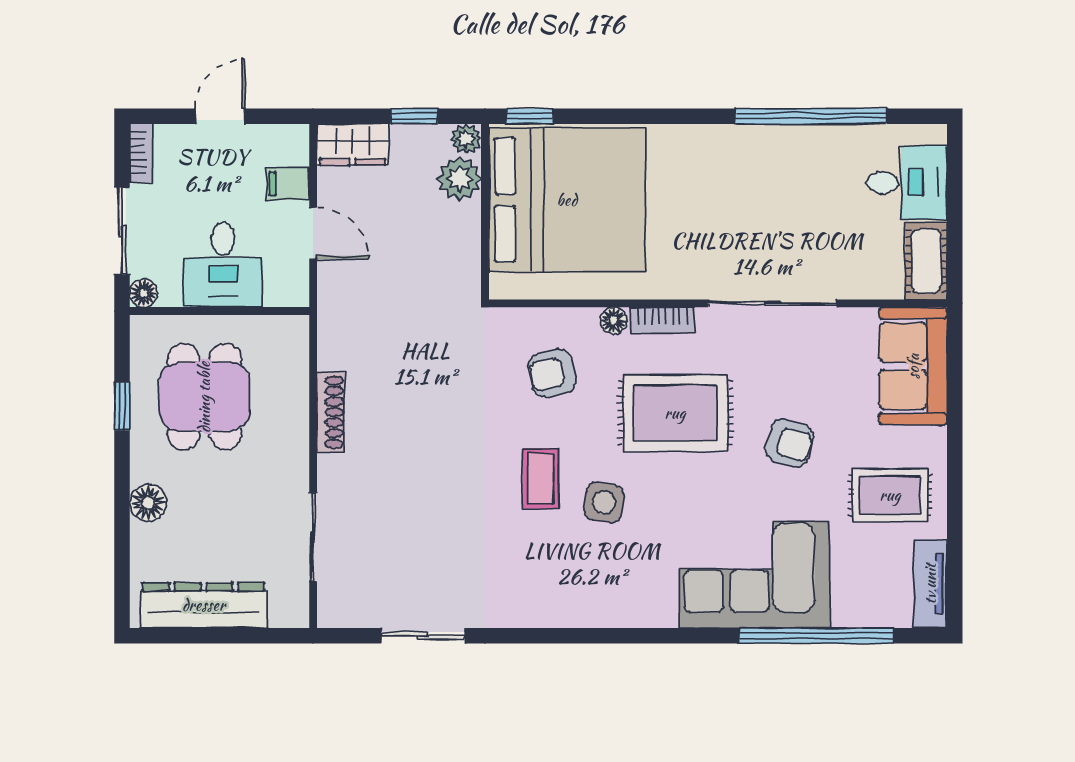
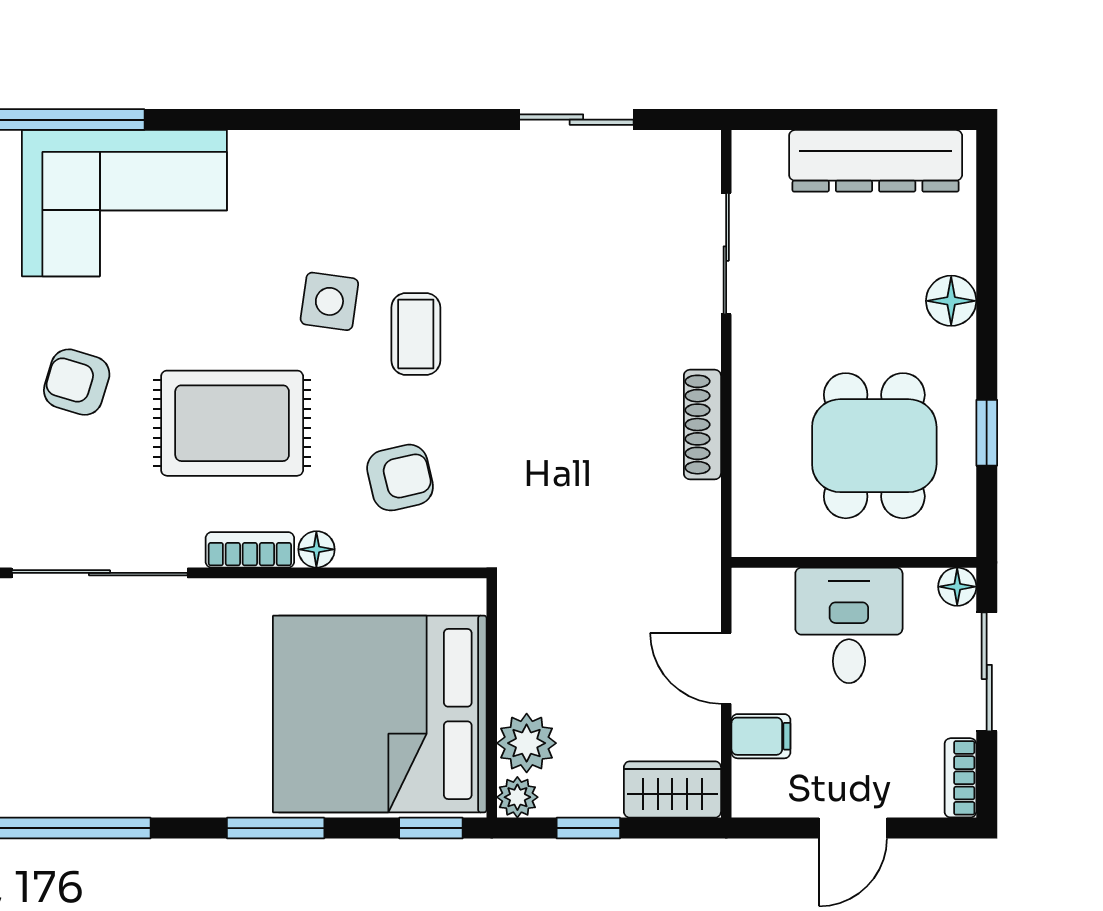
window: (643, 116) -> (276, 828), added

